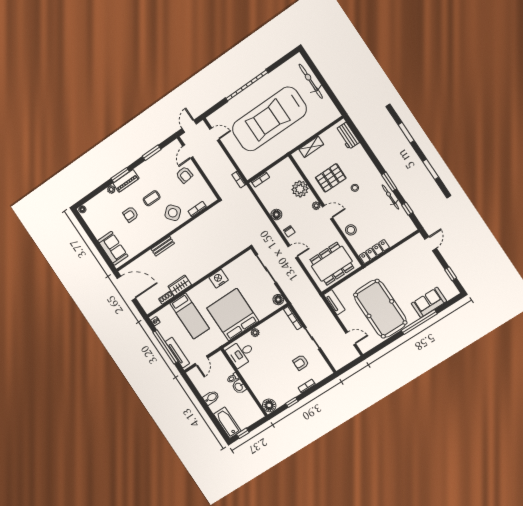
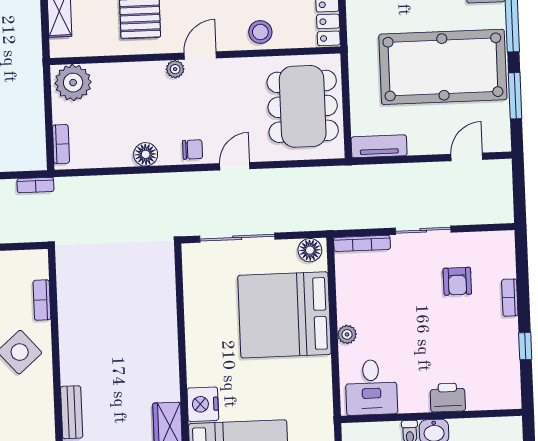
plant: (300, 189) -> (73, 83), moved
nightstand: (219, 279) -> (203, 404), moved
bed: (233, 315) -> (284, 315), moved
window: (386, 343) -> (515, 96), added
printer: (255, 384) -> (448, 397), added
floor lamp: (269, 405) -> (505, 394), removed

